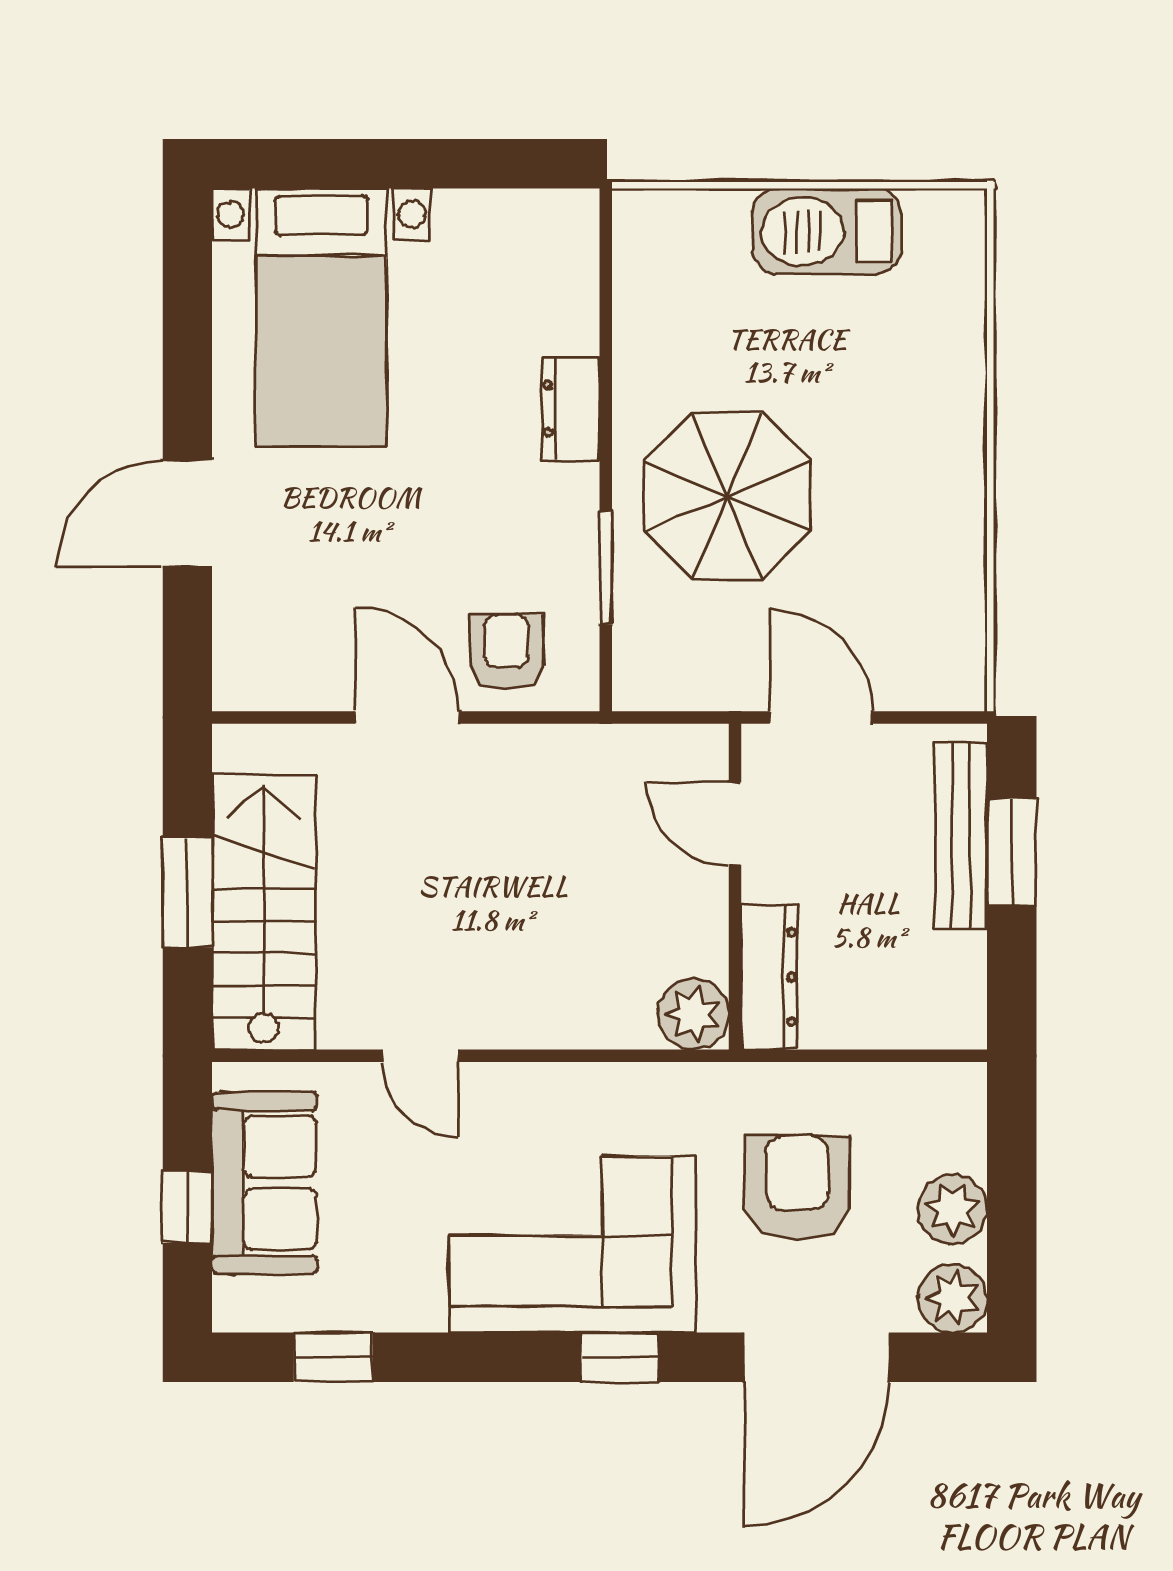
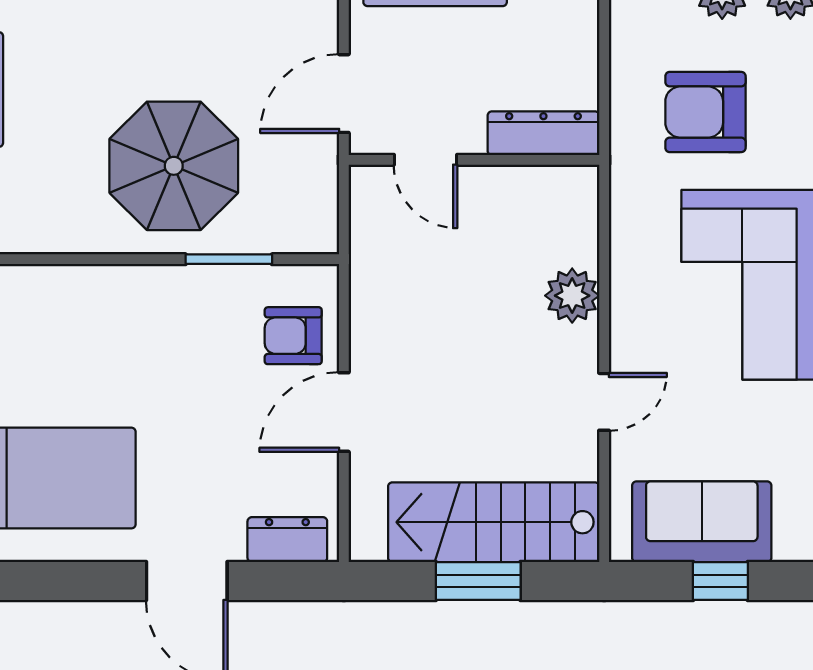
dresser: (570, 409) -> (287, 540), moved, turned 180
door: (735, 824) -> (425, 160), hinge flipped
plant: (693, 1014) -> (572, 296), moved

